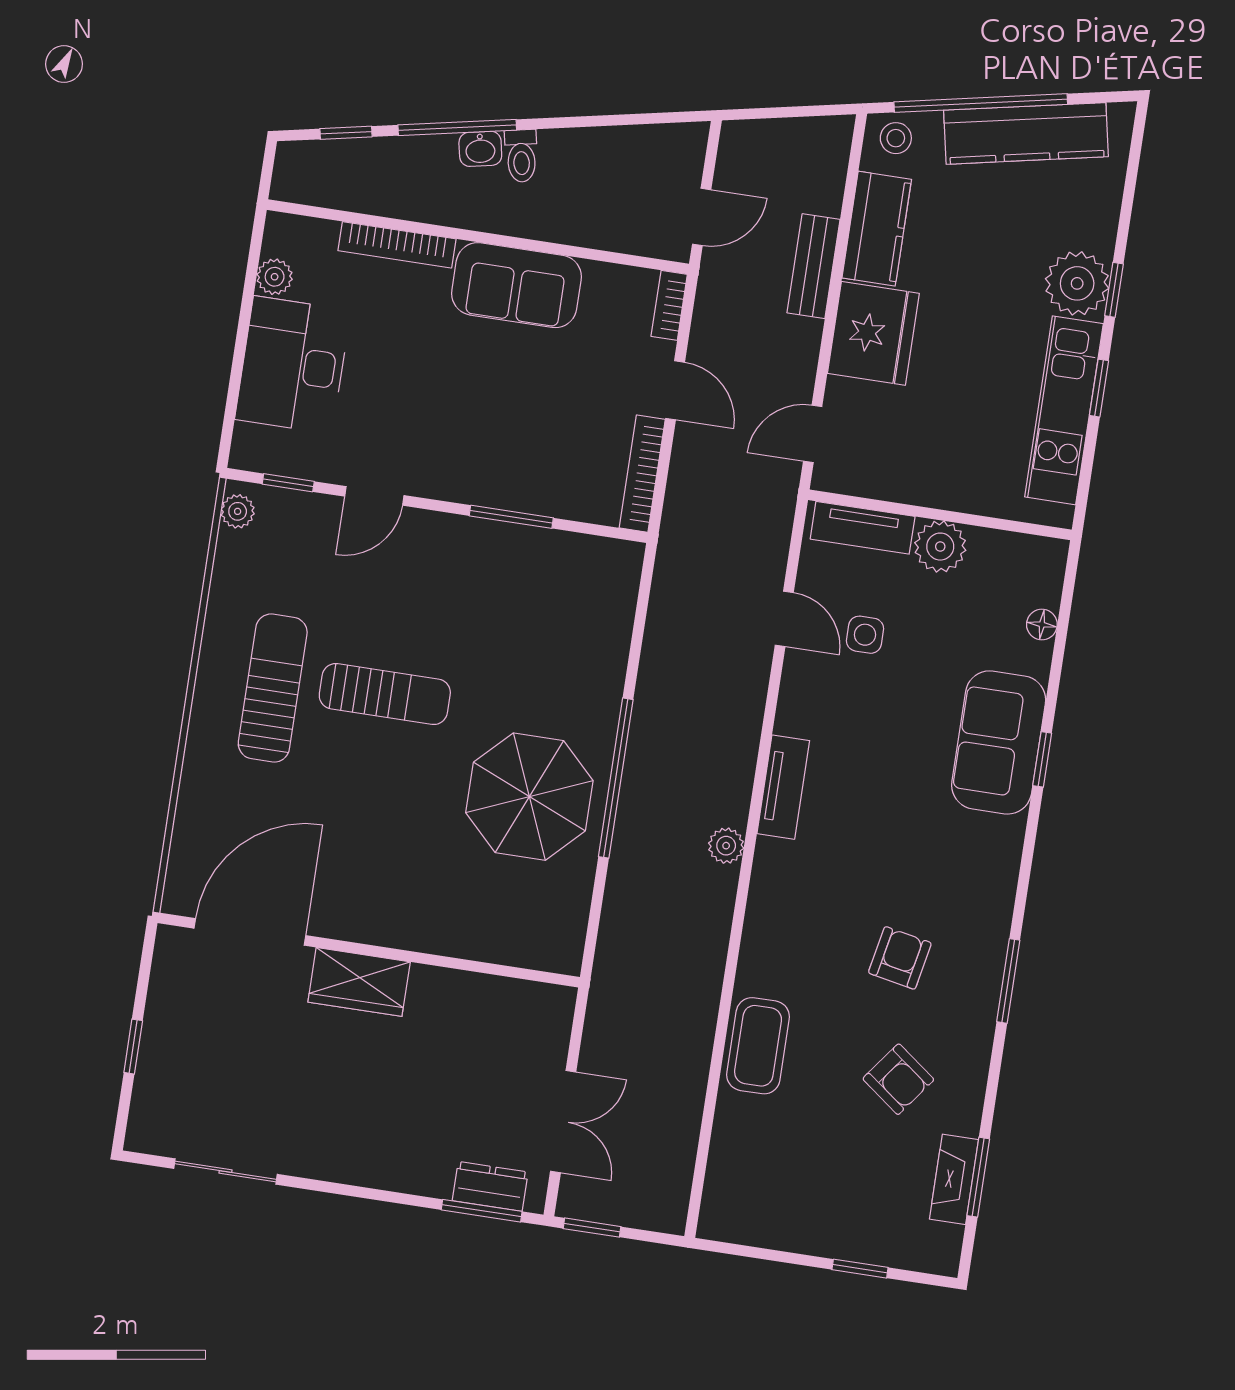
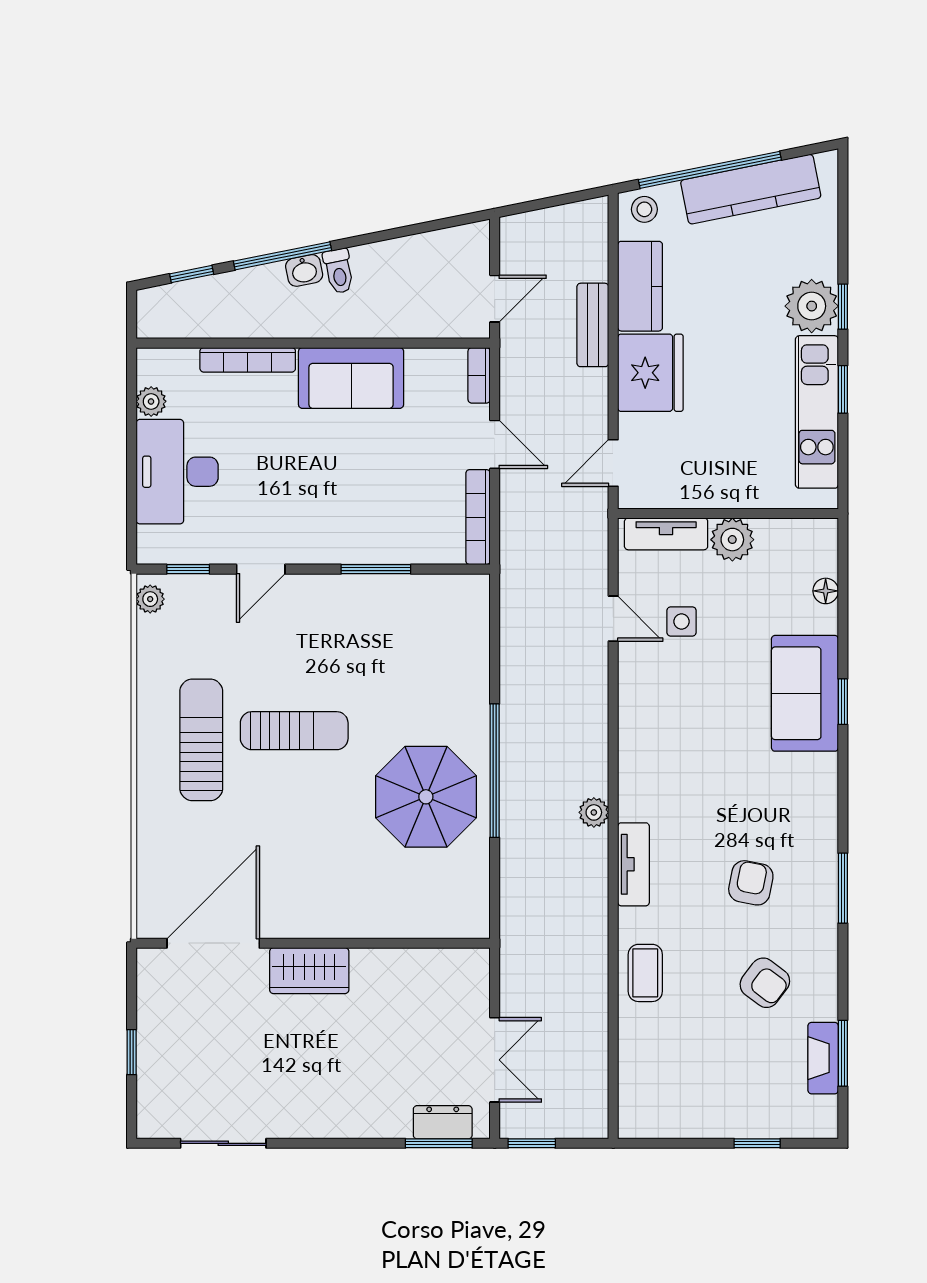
tv unit: (783, 787) -> (633, 864), moved
coffee table: (758, 1046) -> (645, 973), width x0.73, depth x0.77

